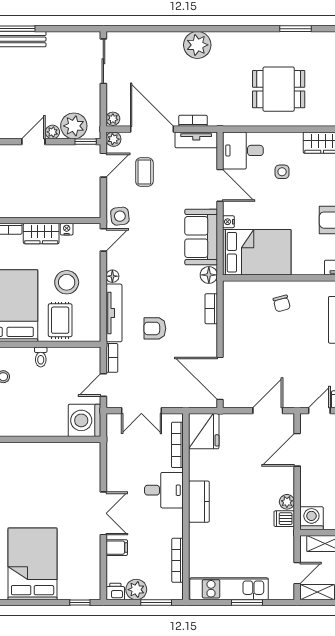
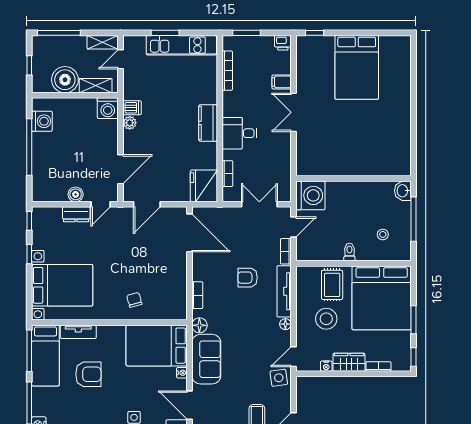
armchair: (155, 328) -> (248, 278), turned 180
bookcase: (177, 445) -> (227, 174), width x0.64
plant: (136, 590) -> (264, 45), removed

